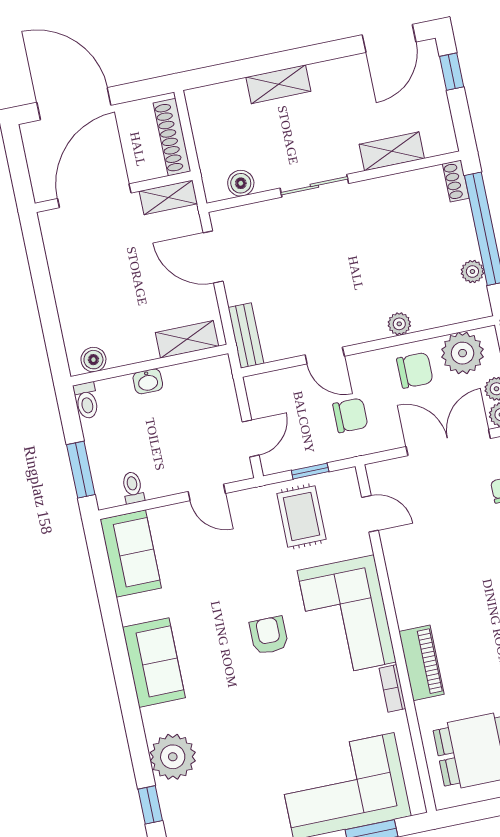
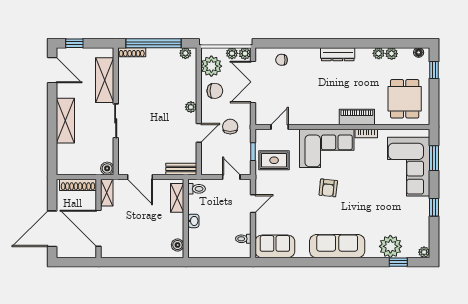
shelving: (278, 84) -> (65, 121), width x1.50, depth x1.33
shelving: (392, 151) -> (105, 80), width x1.50, depth x1.33
shoe rack: (456, 181) -> (132, 52), width x1.43
boiler: (241, 183) -> (107, 168), moved
door: (213, 257) -> (140, 177), hinge flipped
plant: (472, 272) -> (185, 53), moved
plant: (399, 324) -> (191, 107), moved
chair: (415, 370) -> (215, 91), turned 90
toilet: (86, 401) -> (197, 189), moved
window: (81, 470) -> (229, 262), removed
armchair: (269, 635) -> (328, 188), turned -84
sofa: (154, 663) -> (337, 246), width x1.36
plant: (173, 757) -> (390, 246), moved

